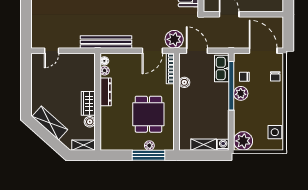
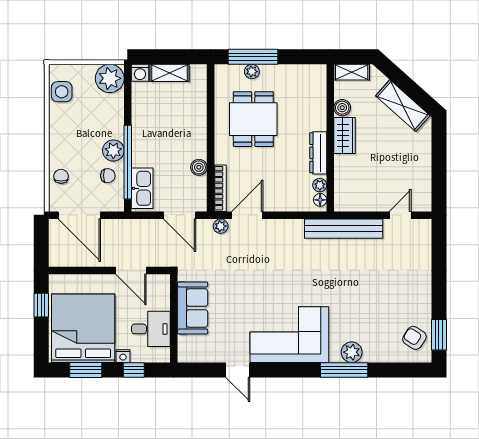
plant: (174, 39) -> (221, 226), width x0.53, depth x0.53
bench: (106, 42) -> (344, 229), moved

